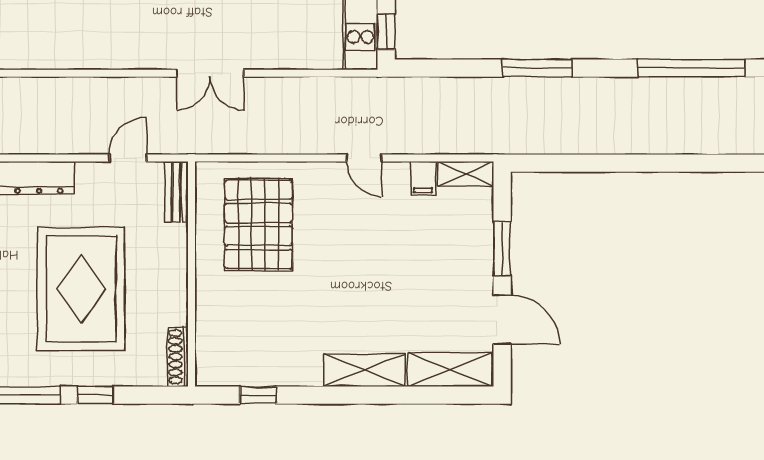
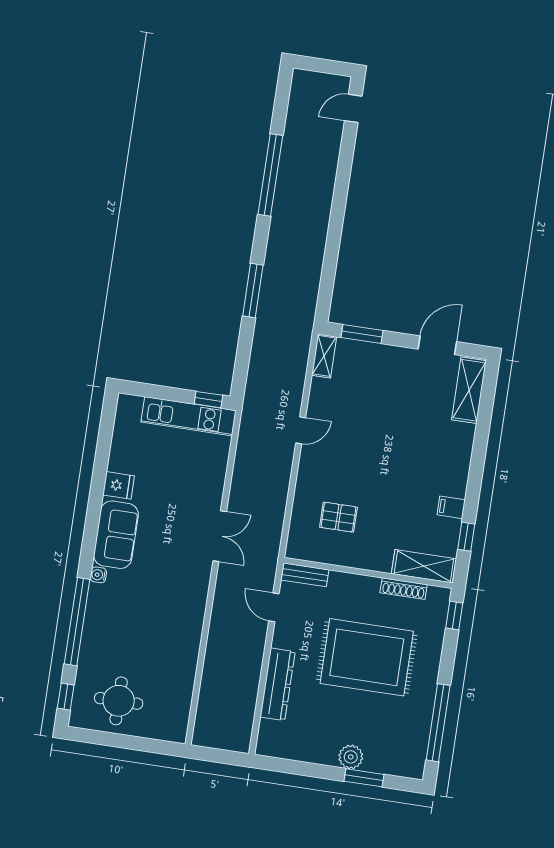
filing cabinet: (423, 178) -> (451, 507), moved, turned 180
pallet: (258, 224) -> (338, 517), width x0.49, depth x0.50
window: (502, 249) -> (362, 334), moved
shoe rack: (178, 357) -> (404, 589), moved
shelving: (364, 370) -> (424, 566), moved, turned 90
window: (95, 395) -> (454, 616), moved

